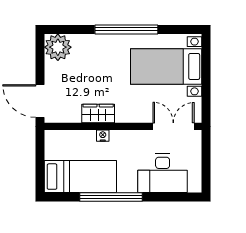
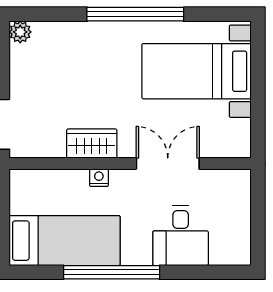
plant: (58, 47) -> (20, 32), width x0.53, depth x0.53
double door: (173, 126) -> (168, 163), moved
desk: (163, 173) -> (181, 236), width x0.73

